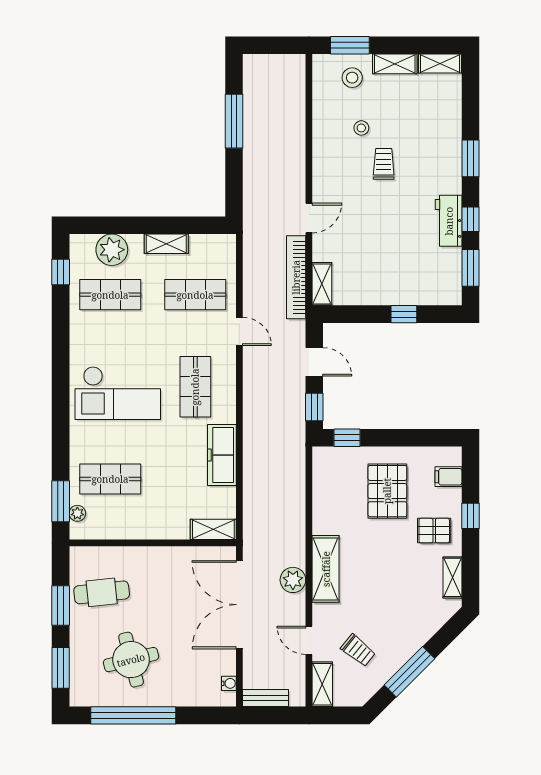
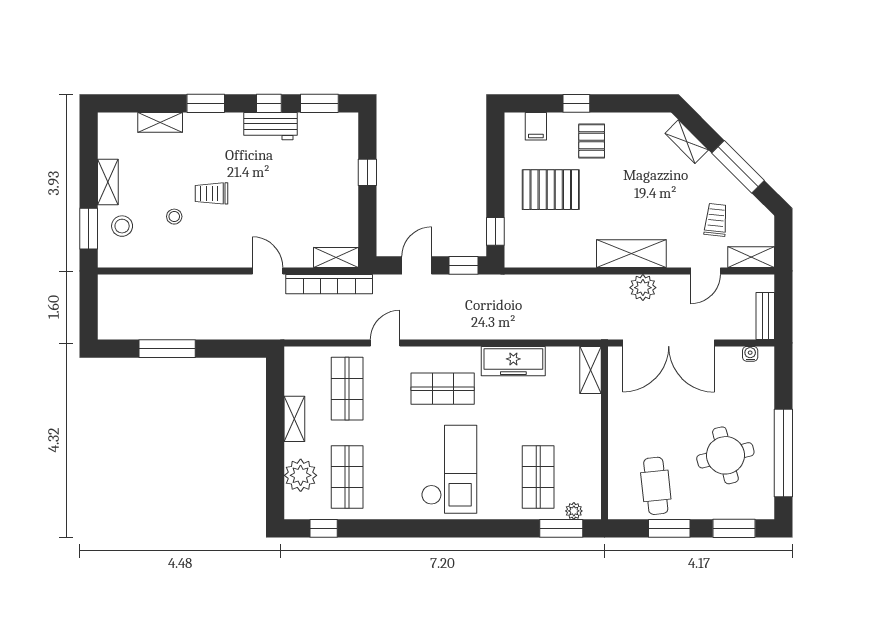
shelving: (440, 64) -> (160, 122), moved, turned 90
shelving: (452, 577) -> (687, 142), moved, turned 45
trolley: (358, 650) -> (716, 220), turned -33

